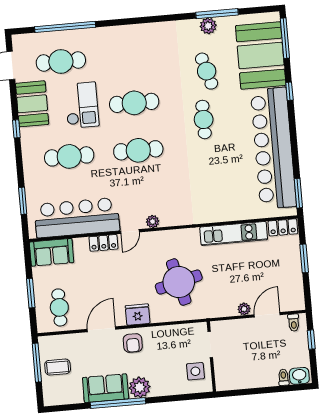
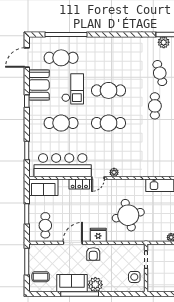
coffee table: (58, 367) -> (41, 277), moved

